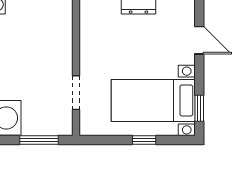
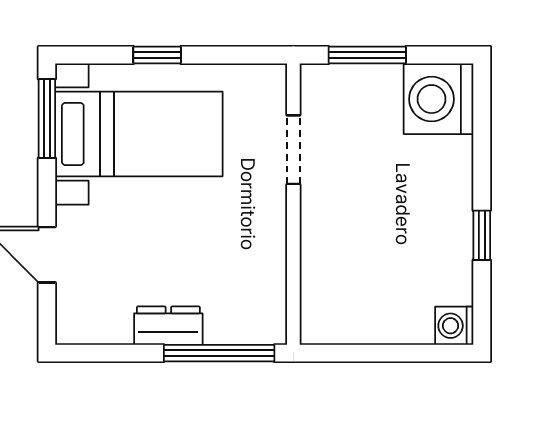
window: (199, 108) -> (47, 118), width x1.50

